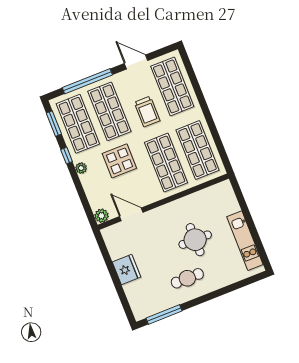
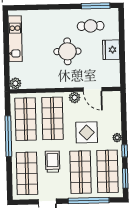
window: (211, 123) -> (8, 136), added
plant: (225, 188) -> (15, 83), added
plant: (102, 216) -> (75, 98), moved
round table: (195, 240) -> (67, 51), moved
cafe table: (187, 278) -> (91, 26), moved

